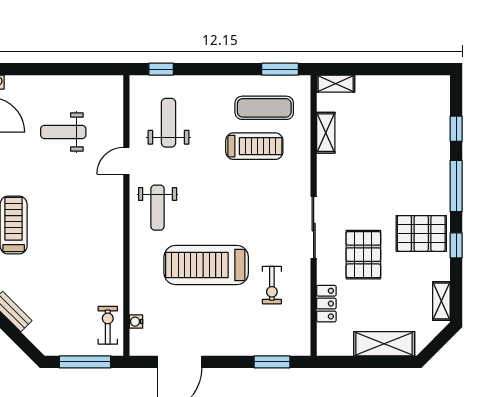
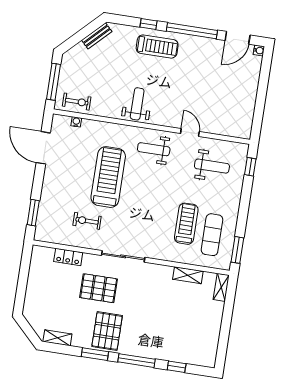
weight bench: (63, 132) -> (137, 104), moved
treadmill: (254, 146) -> (186, 224), turned 180
window: (456, 245) -> (95, 354), width x1.50
shelving: (384, 344) -> (34, 293), removed

